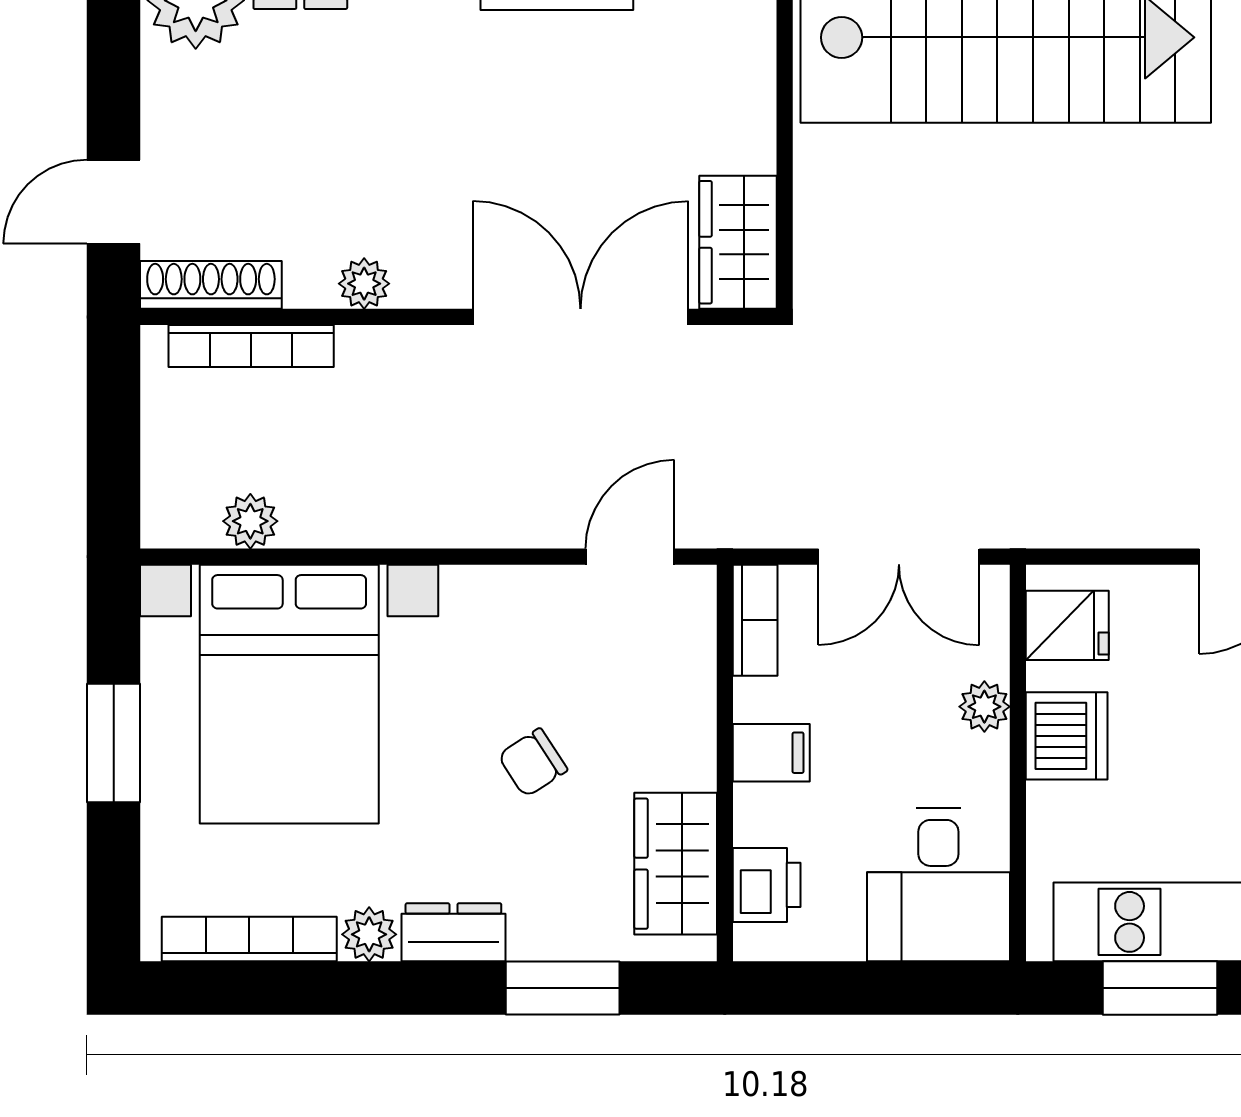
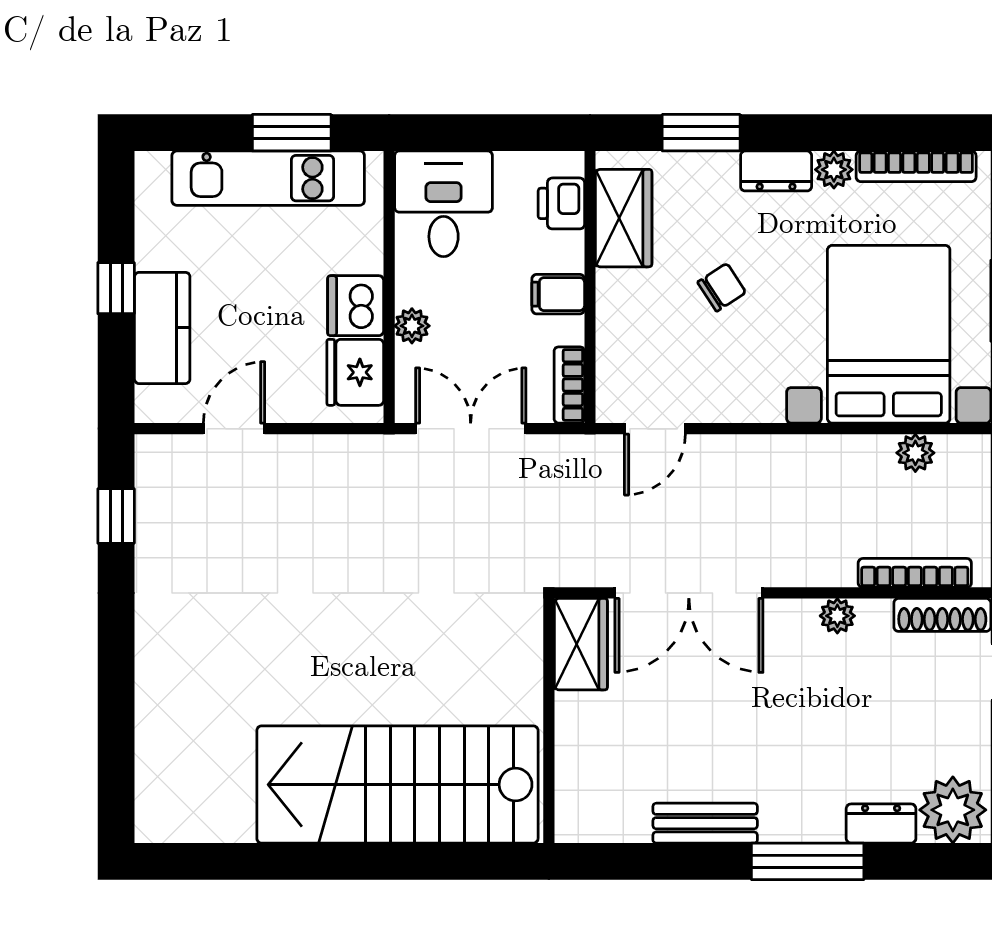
fridge: (1067, 625) -> (355, 372), width x1.38

